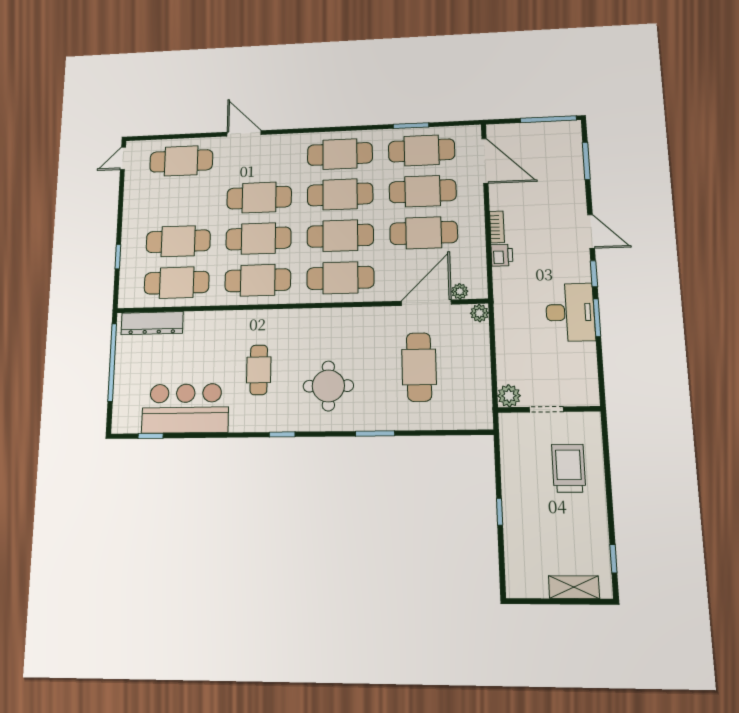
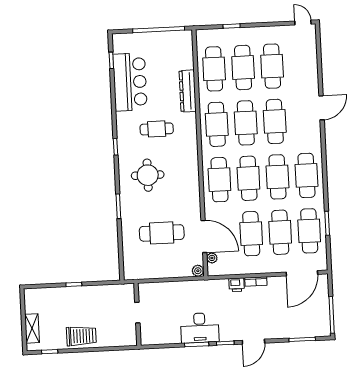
cafe table: (181, 161) -> (272, 66), moved
dresser: (152, 323) -> (188, 91), moved
plant: (509, 396) -> (145, 290), removed
trolley: (569, 468) -> (81, 336), moved

